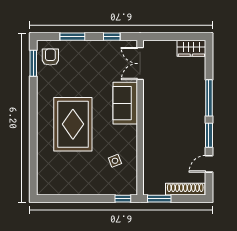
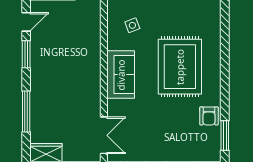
armchair: (50, 57) -> (209, 116), moved
window: (209, 98) -> (26, 111), moved
sofa: (125, 103) -> (121, 75), moved

